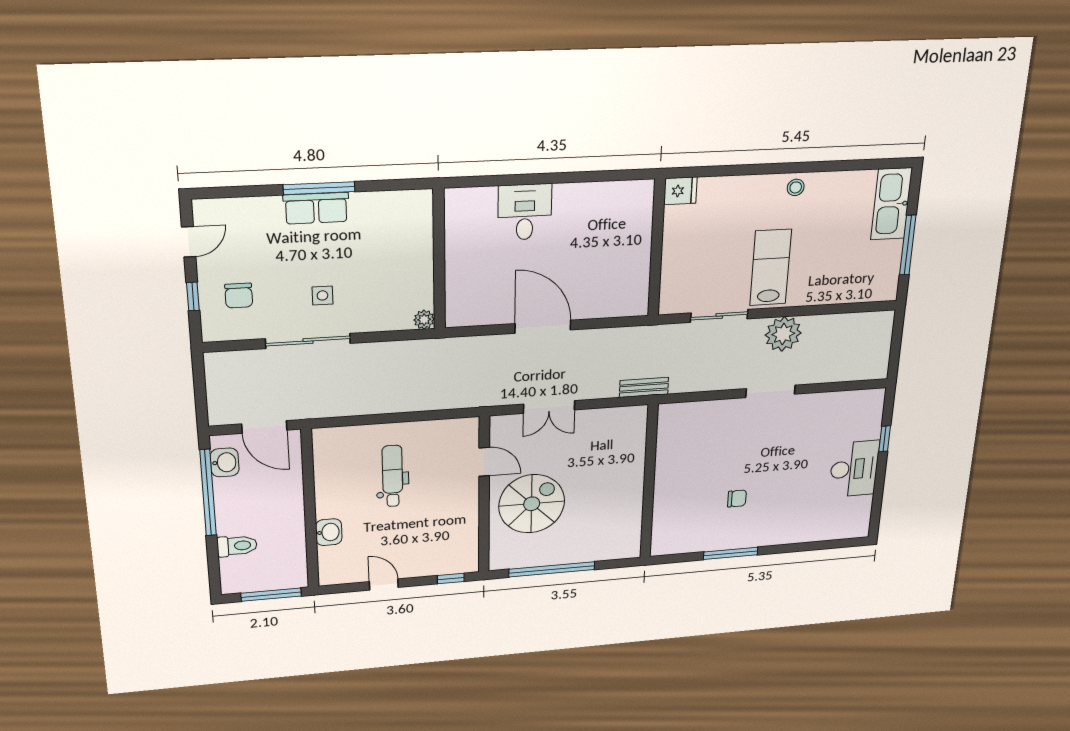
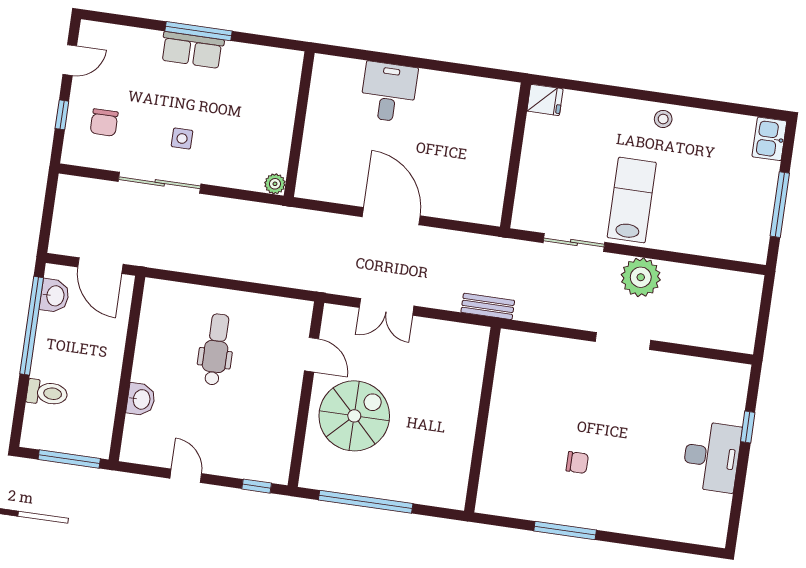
kitchen sink: (891, 204) -> (769, 139), width x0.53, depth x0.81

